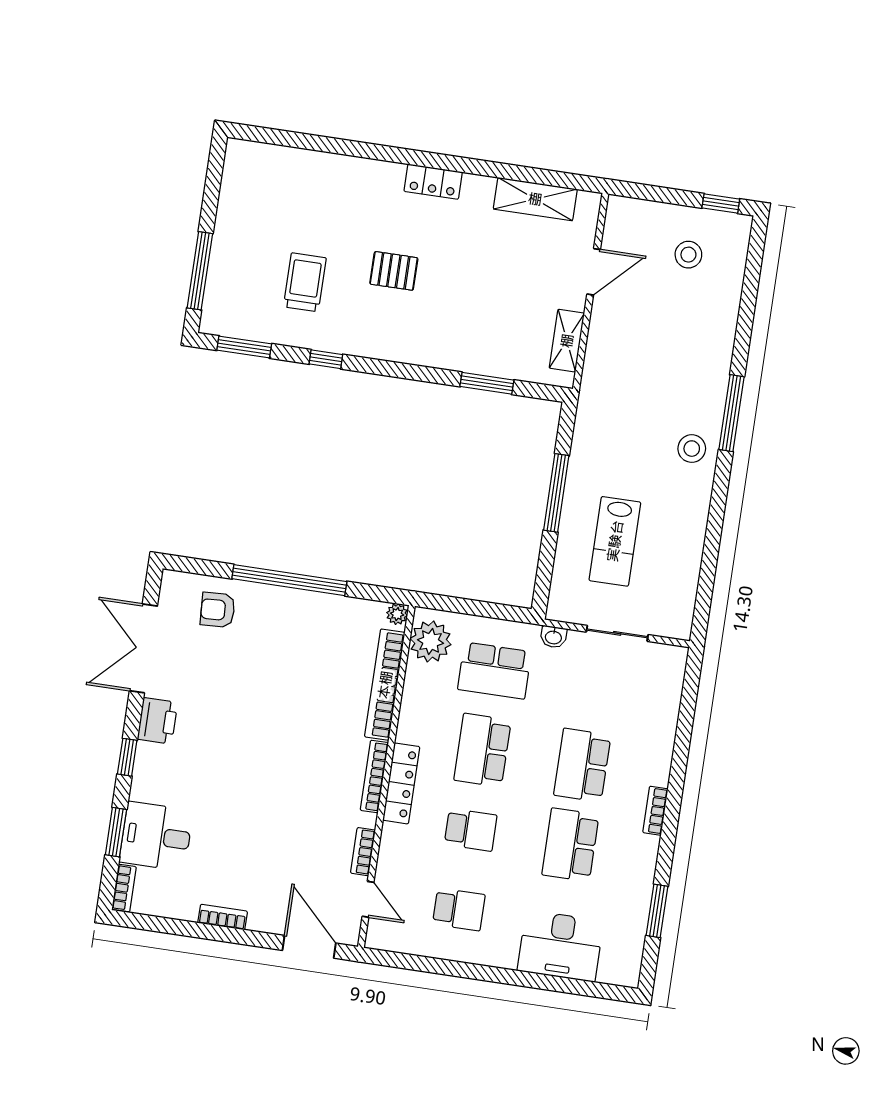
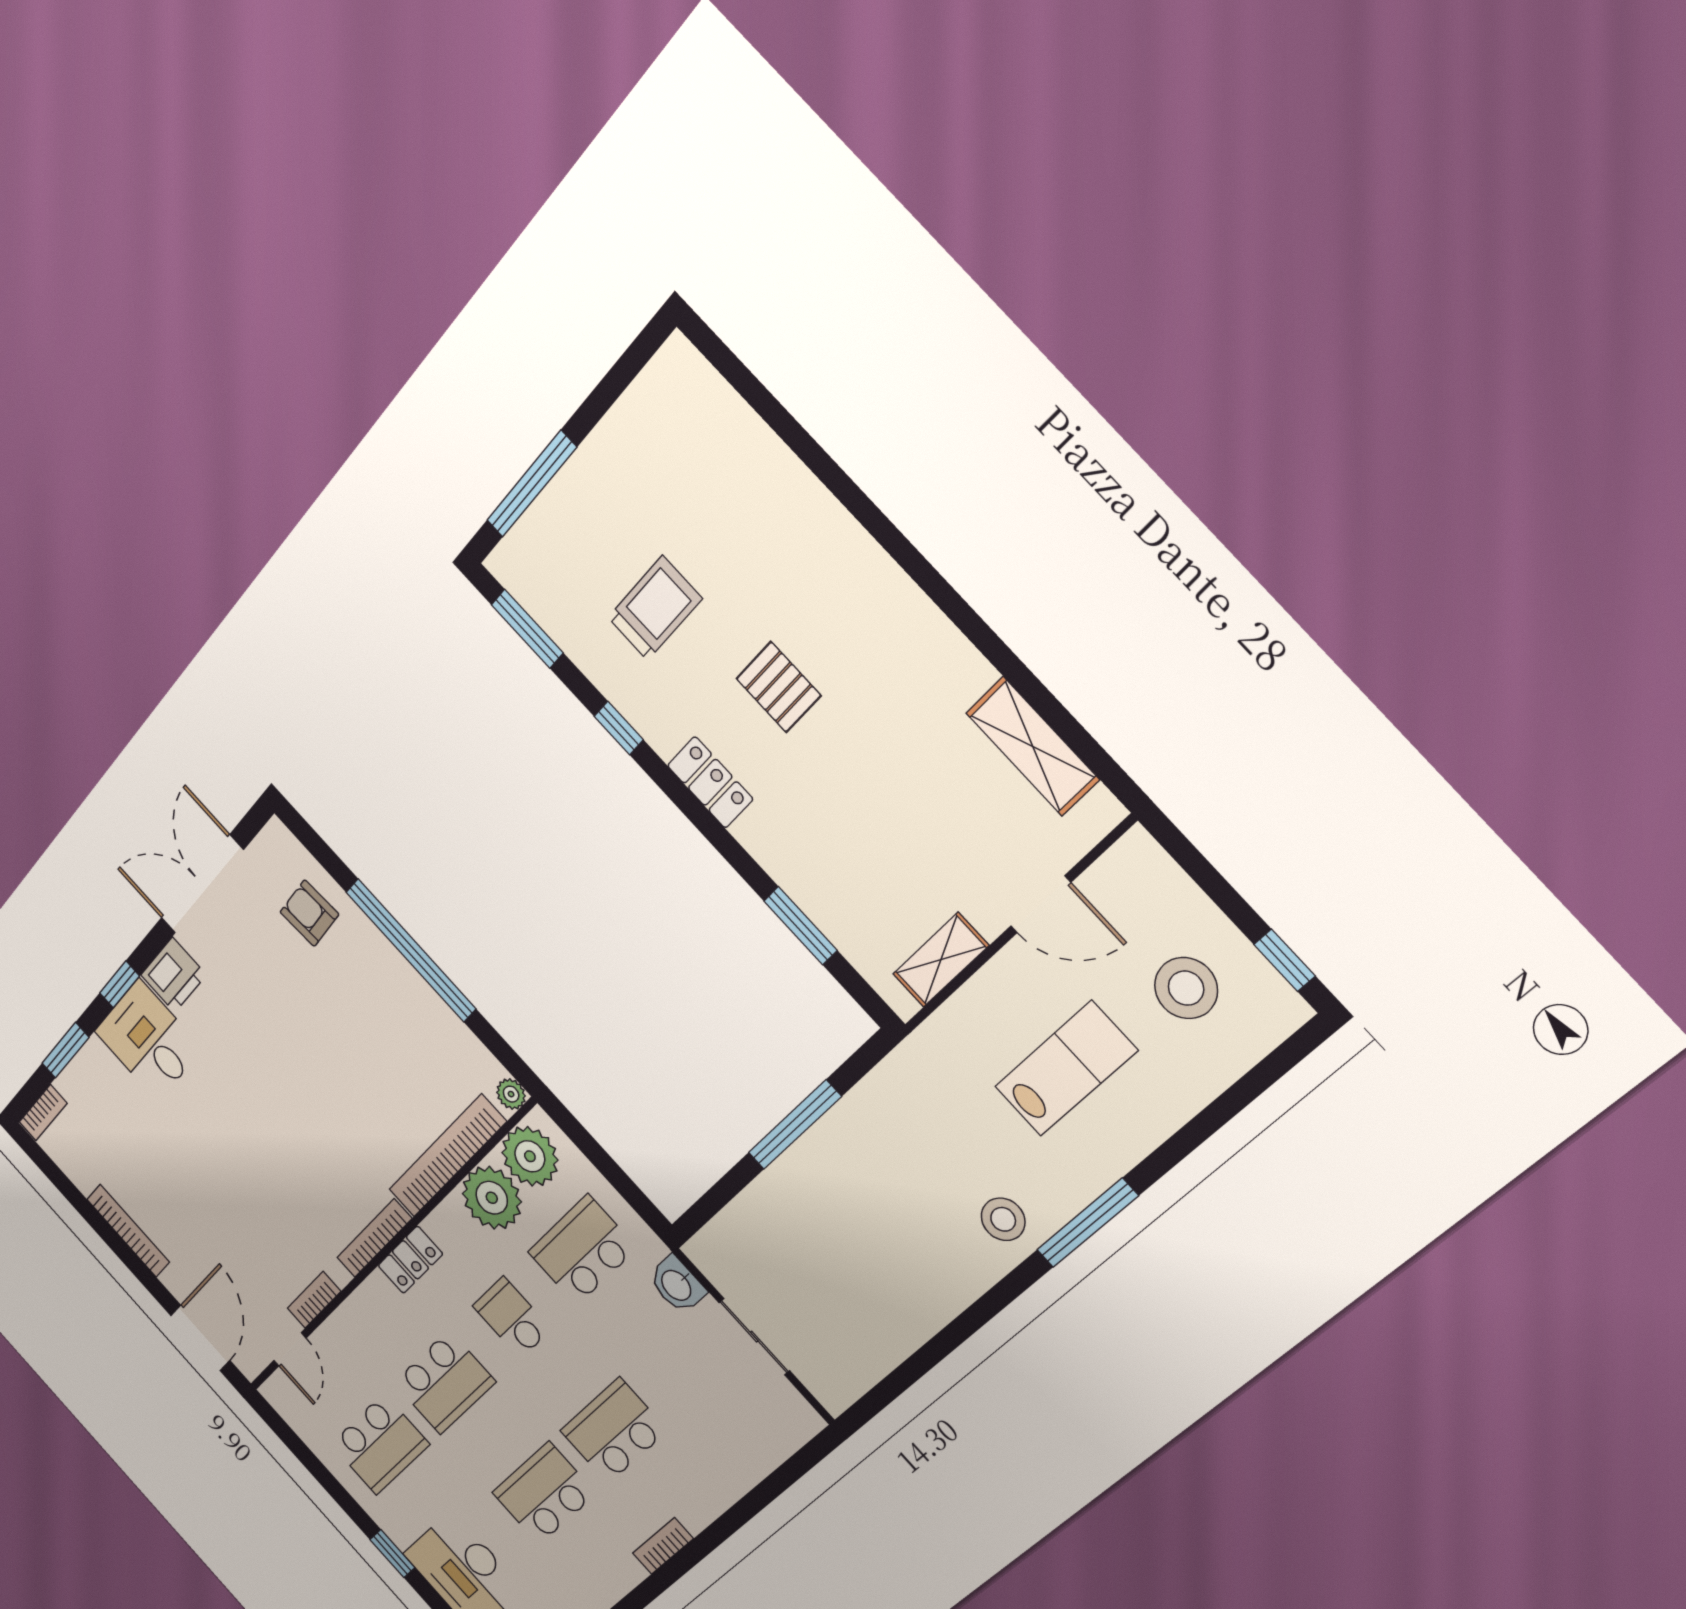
locker: (433, 182) -> (710, 782), moved, turned 180
stool: (688, 255) -> (1186, 988), width x1.38, depth x1.38
lab bench: (615, 541) -> (1066, 1069), moved, turned 180
washbasin: (553, 637) -> (677, 1285), width x1.38, depth x1.45
school desk: (494, 671) -> (582, 1250), turned 90
plant: (425, 687) -> (492, 1198), added
school desk: (483, 750) -> (512, 1318), width x0.54
locker: (401, 783) -> (410, 1260), width x0.66
school desk: (471, 830) -> (445, 1382), width x1.85
desk: (156, 836) -> (148, 1040), moved
school desk: (459, 909) -> (380, 1444), width x1.85
bookcase: (223, 917) -> (128, 1231), width x1.56
window: (511, 977) -> (392, 1554), added

